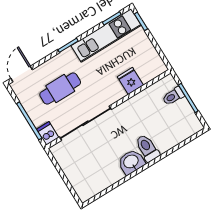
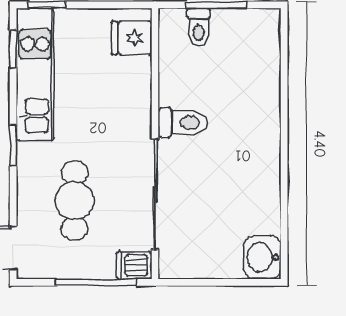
fridge: (130, 81) -> (132, 38), moved
toilet: (147, 148) -> (183, 123), moved, turned 180
washbasin: (131, 162) -> (262, 257), moved

